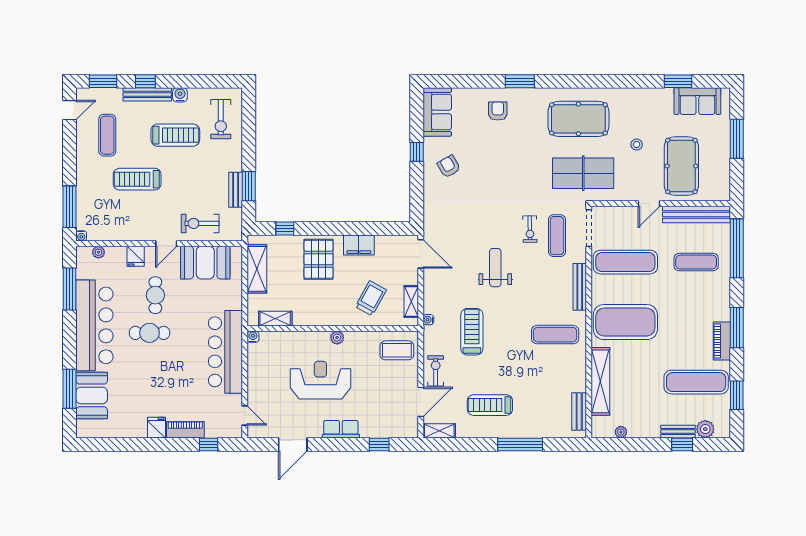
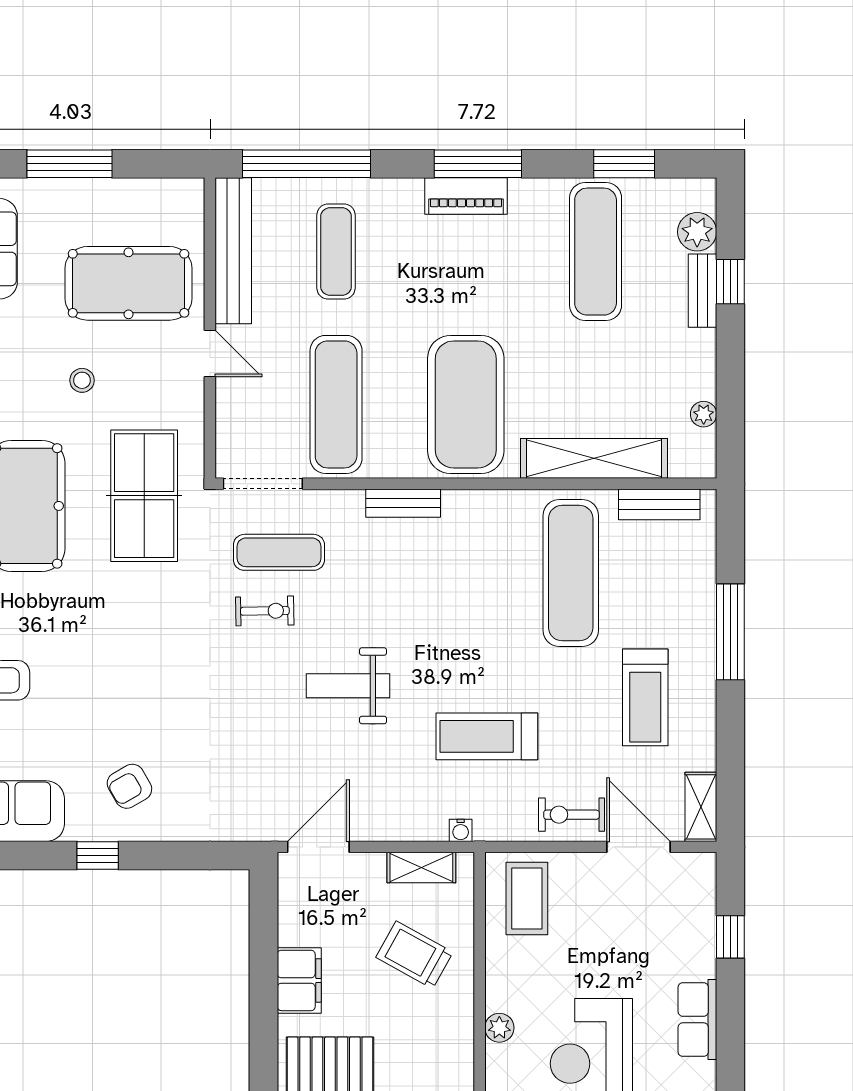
bench: (580, 287) -> (403, 503), width x0.73
exercise mat: (555, 335) -> (571, 573), moved, width x1.36, depth x1.45
piano: (722, 341) -> (466, 196), moved

